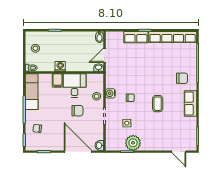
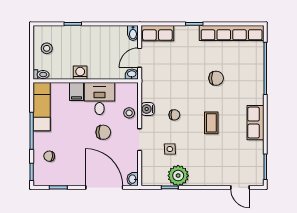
row of seats: (136, 37) -> (157, 33), moved
chair: (182, 78) -> (216, 78), moved

